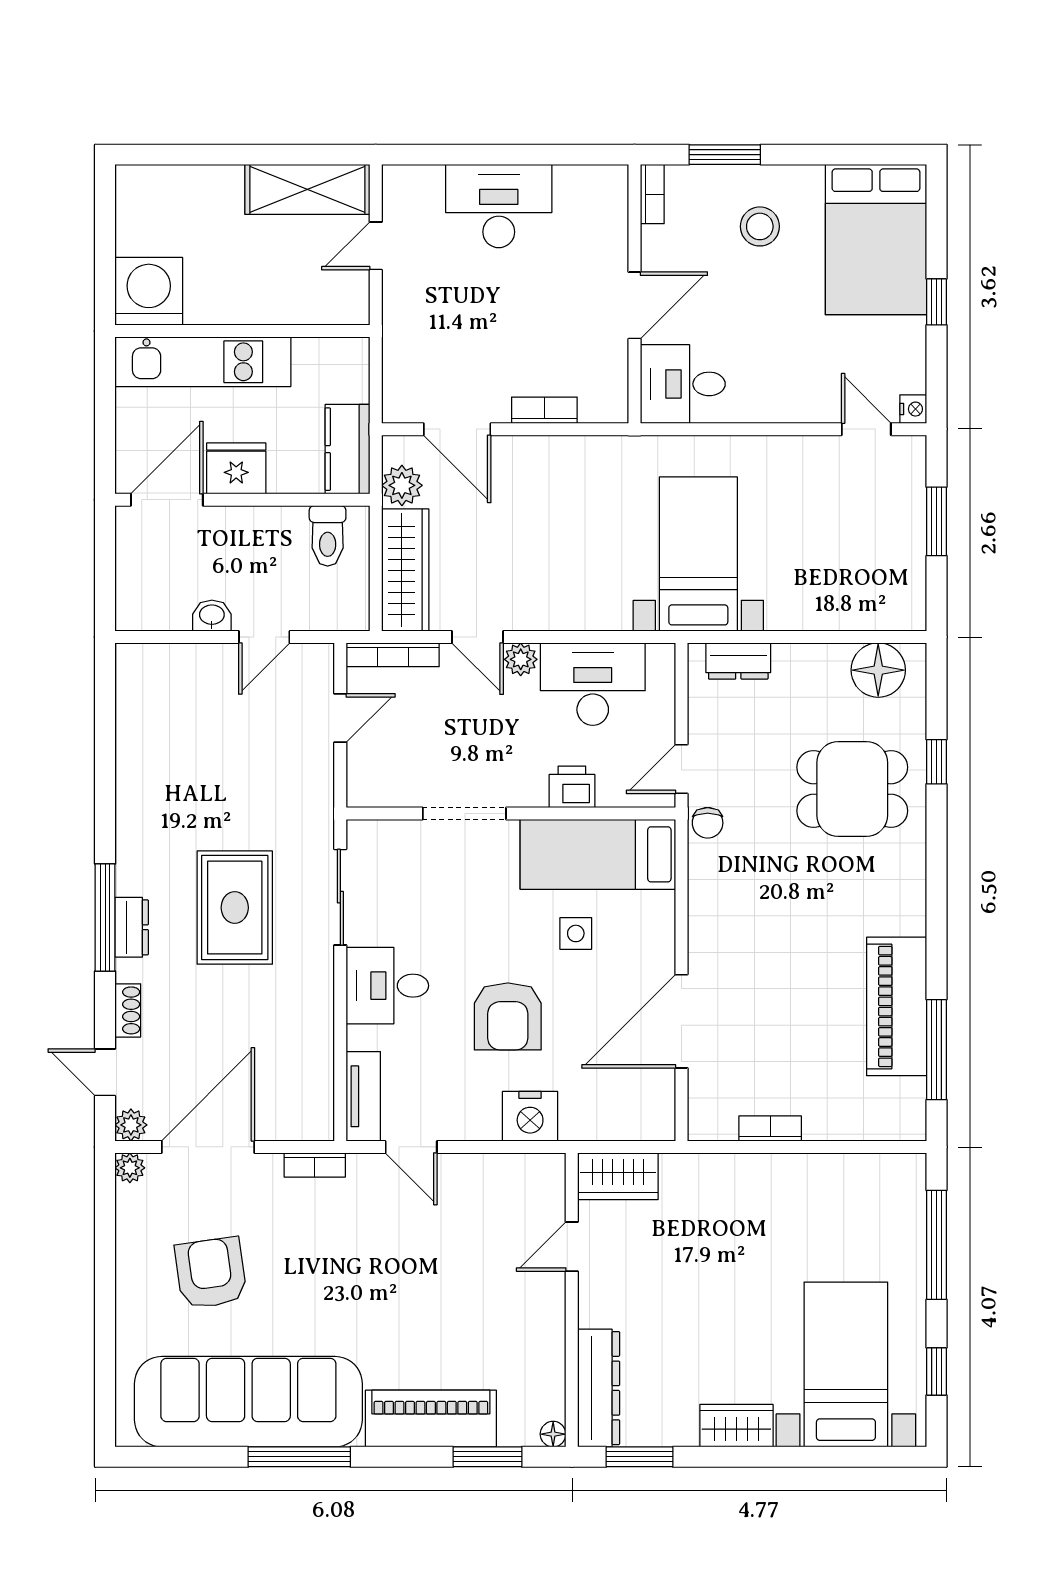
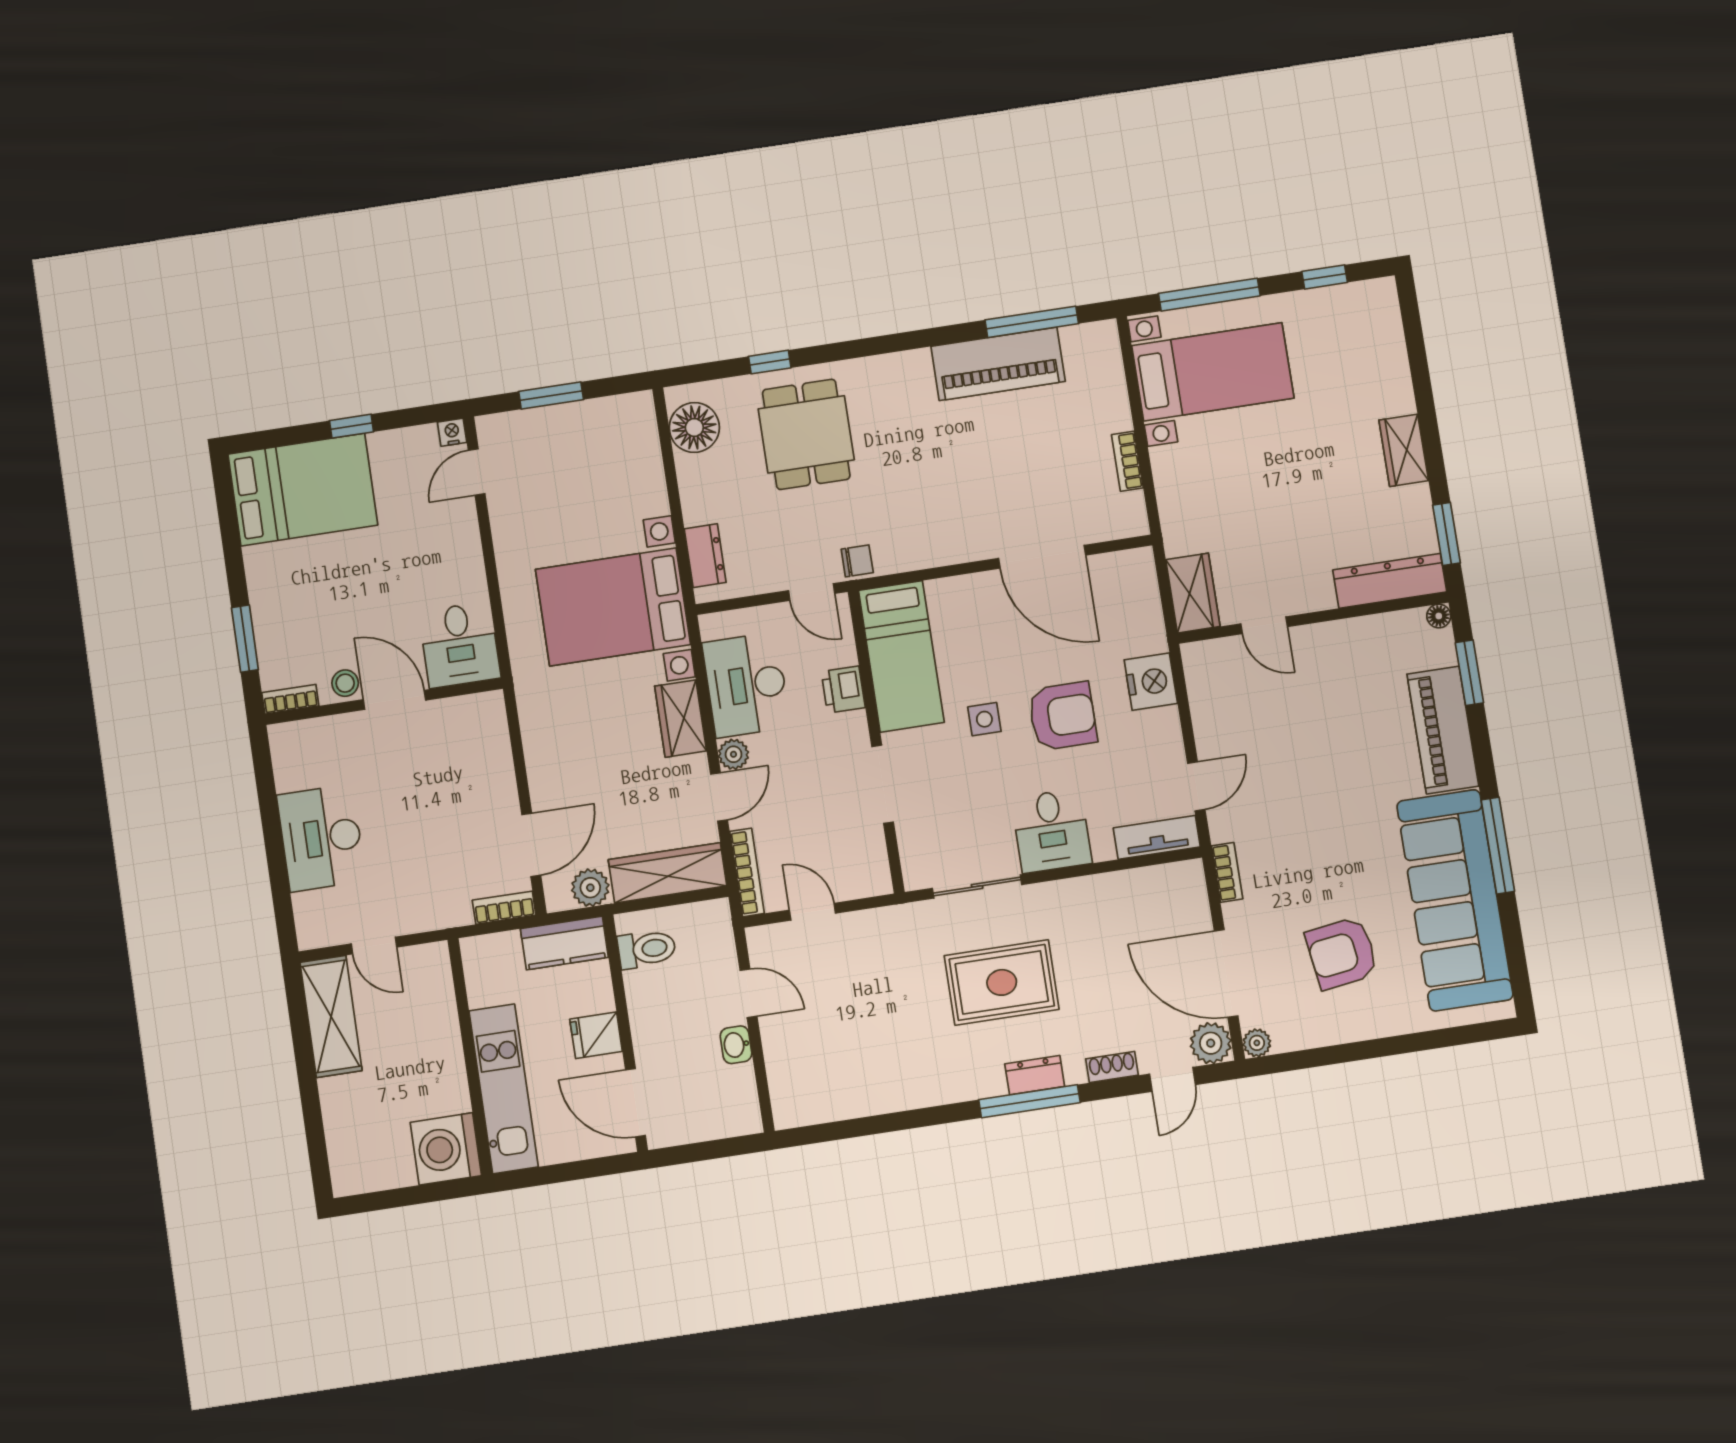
stool: (760, 226) -> (345, 683), moved, width x0.73, depth x0.73
bookcase: (544, 410) -> (504, 908), moved, turned 90
fridge: (236, 468) -> (596, 1035), width x0.72
bed with nightstands: (698, 554) -> (613, 607), width x1.36
wardrobe: (568, 609) -> (681, 719), added
side table: (576, 933) -> (984, 719), moved
plant: (131, 1125) -> (1211, 1043), width x1.38, depth x1.38
bed with nightstands: (846, 1364) -> (1213, 372), moved, turned 180

